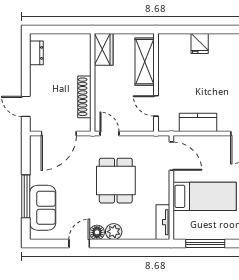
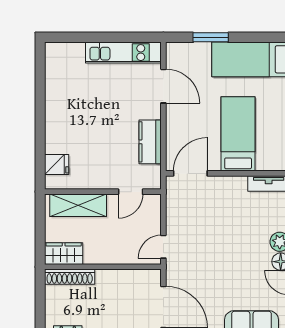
fridge: (200, 44) -> (57, 165), moved
shoe rack: (84, 97) -> (70, 277), moved
dining table: (116, 181) -> (219, 239), removed

